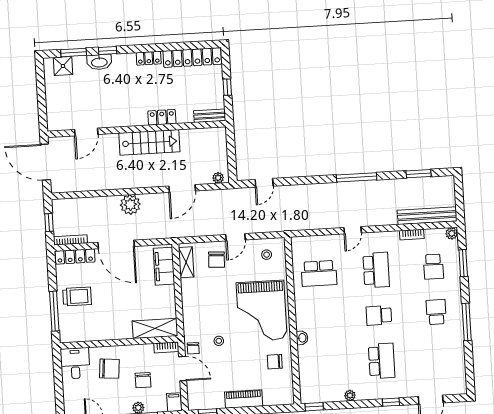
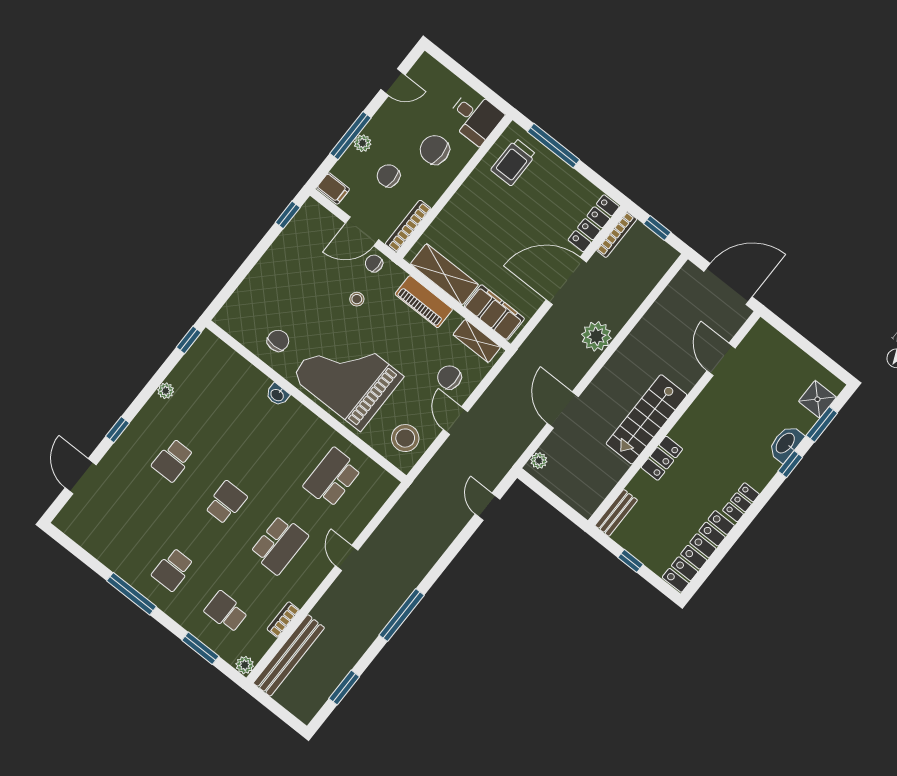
stool: (267, 255) -> (405, 438), width x1.89, depth x1.89
school desk: (376, 270) -> (279, 545), turned -90
trolley: (77, 296) -> (513, 162), moved
school desk: (436, 312) -> (173, 570), turned 90
shelving: (155, 328) -> (444, 274), moved, turned 90
bookcase: (166, 347) -> (408, 226), width x1.56
school desk: (382, 361) -> (173, 460), width x0.54
chair: (109, 369) -> (435, 150), turned 85
piano: (244, 399) -> (424, 302), moved, turned 90

